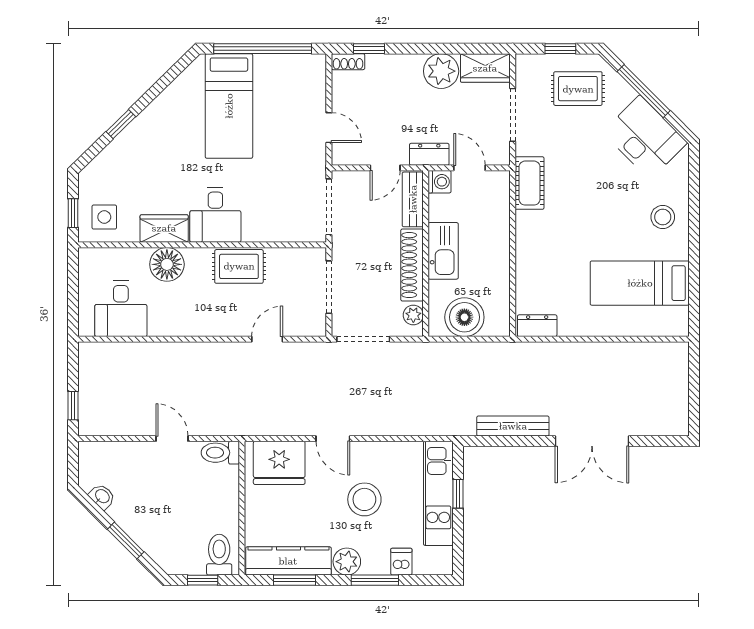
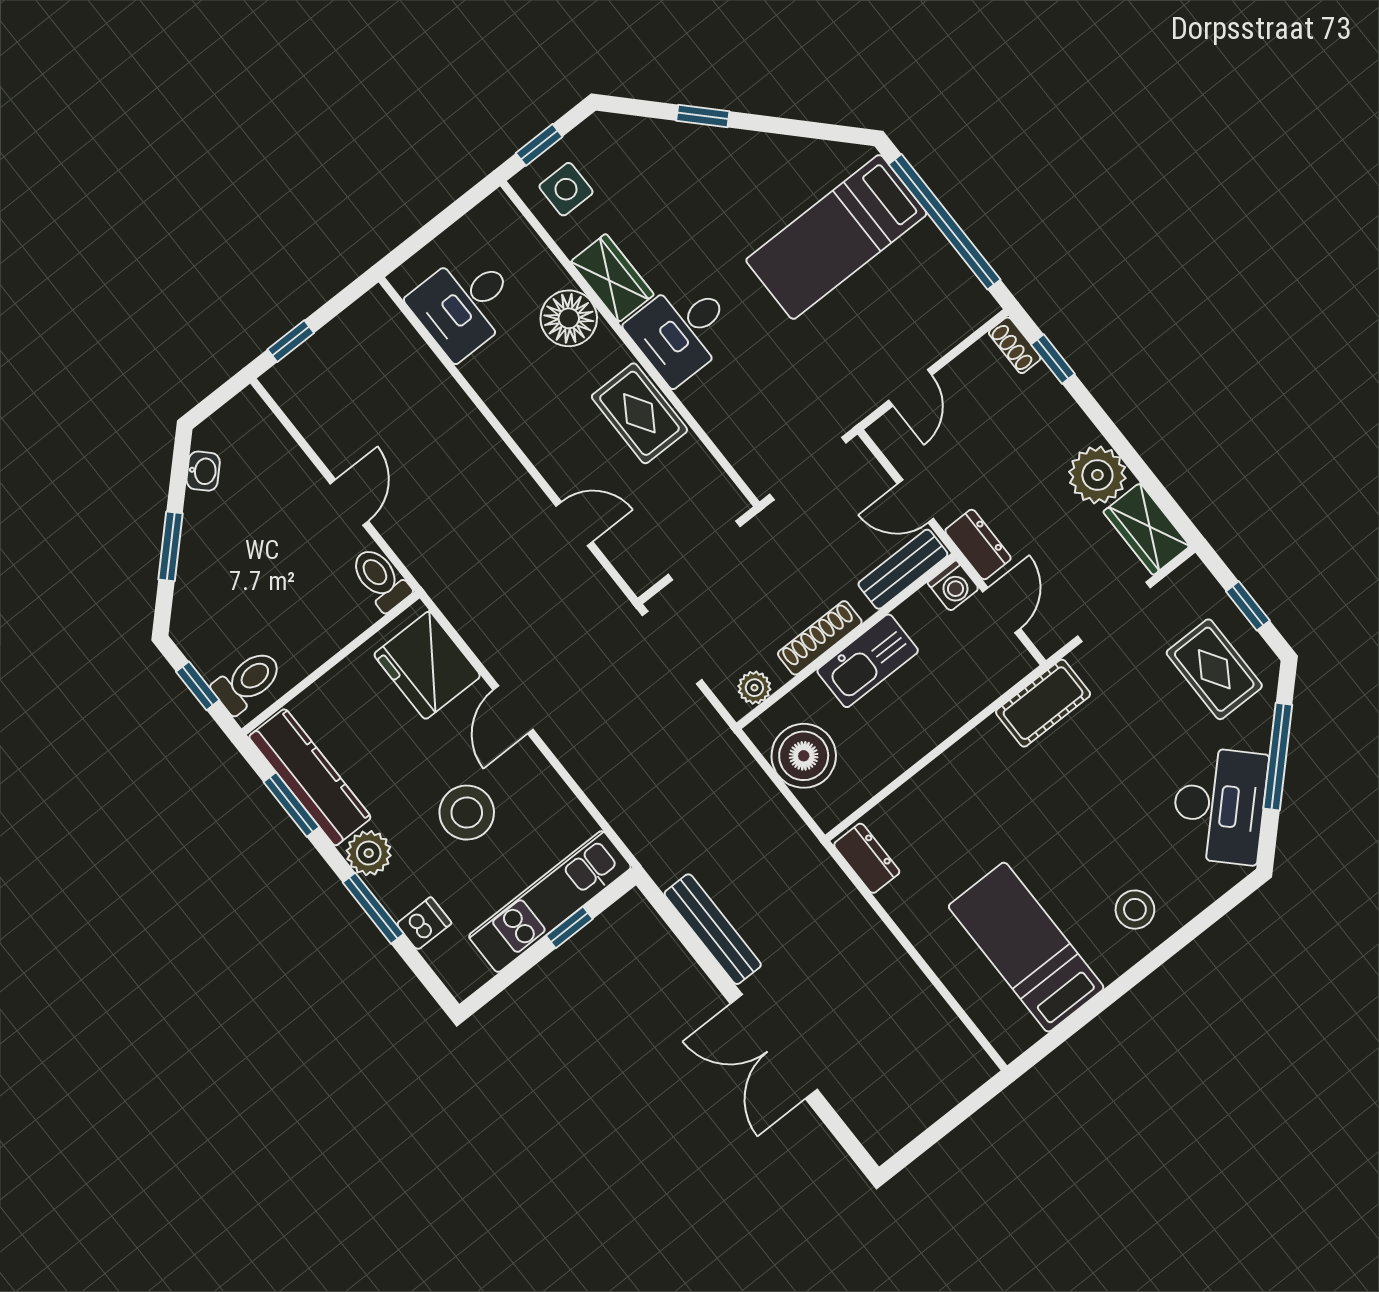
shoe rack: (412, 265) -> (820, 638), width x0.74, depth x0.81

